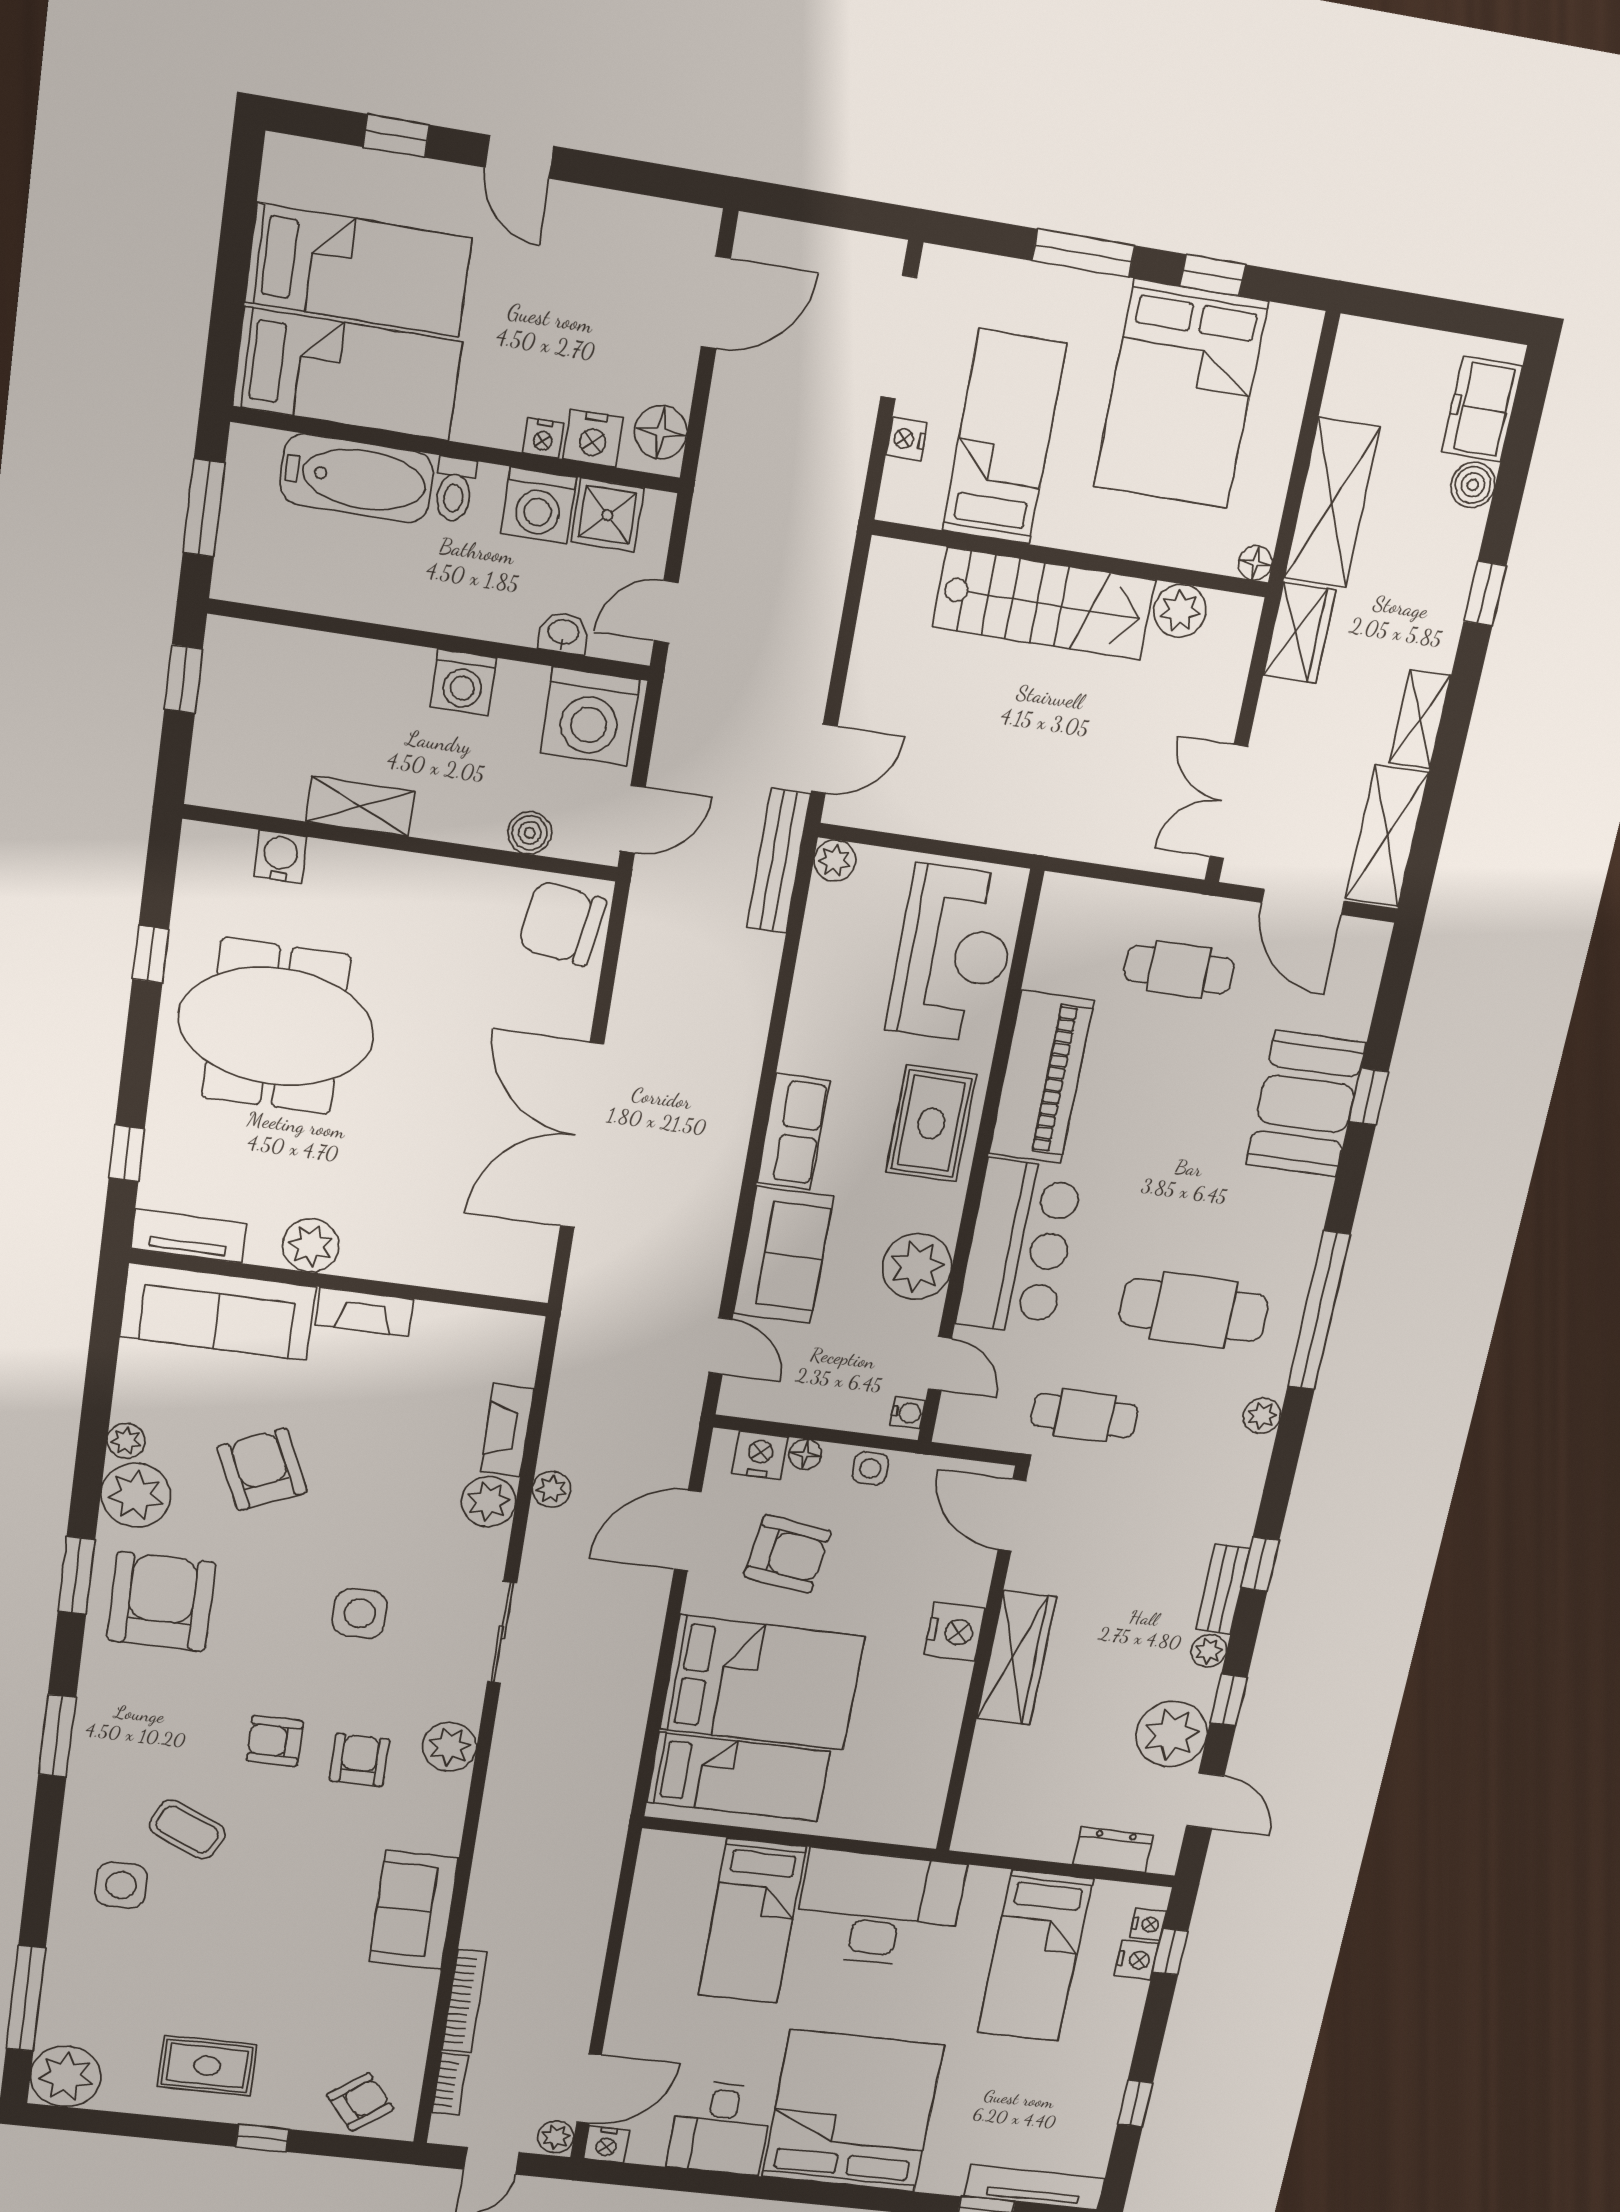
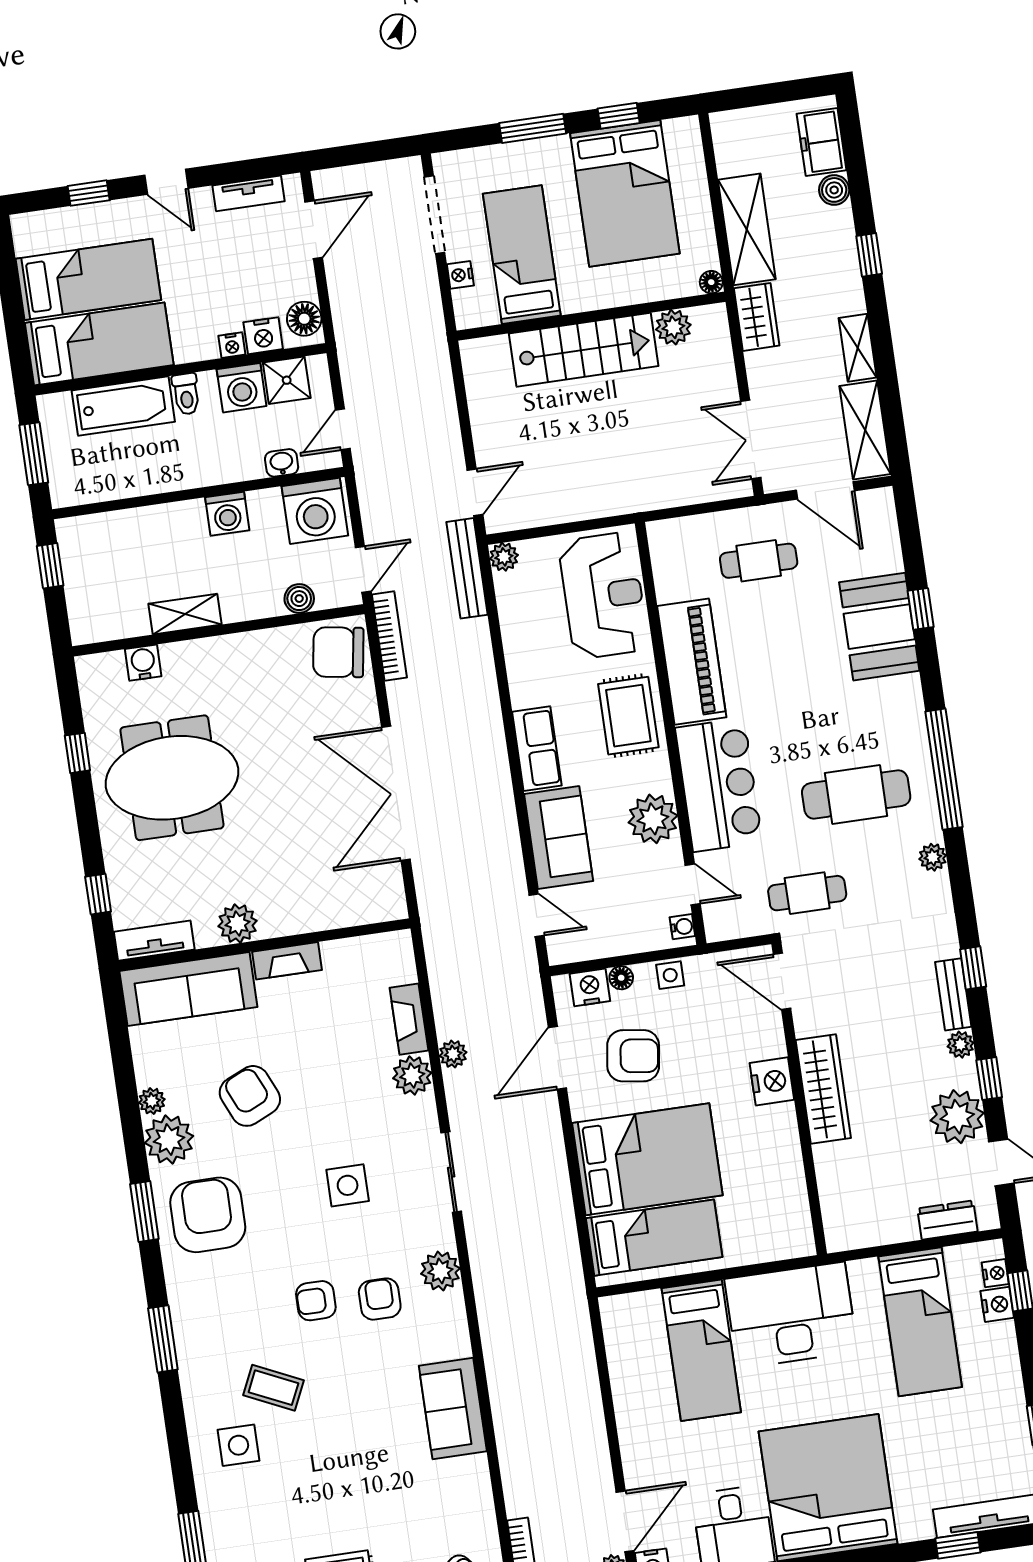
tv unit: (637, 215) -> (249, 193), added
bookcase: (464, 2001) -> (389, 636), moved

